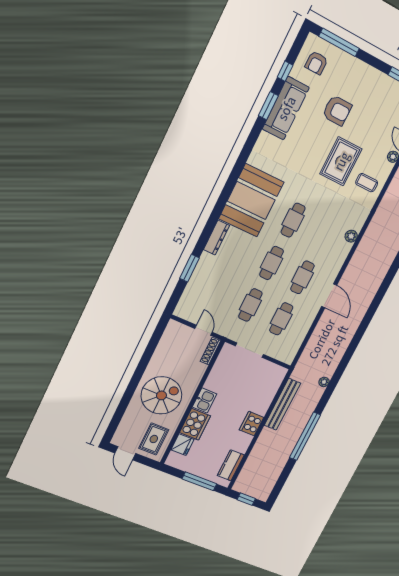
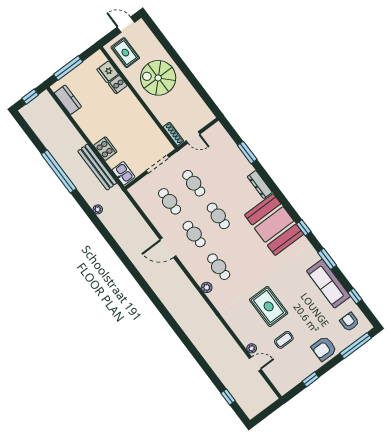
window: (268, 106) -> (327, 259), moved
armchair: (337, 110) -> (324, 349), moved
window: (239, 167) -> (304, 228), added
coffee table: (367, 183) -> (284, 340), moved
cafe table: (293, 220) -> (219, 267), moved
spiral stairs: (161, 395) -> (158, 78), turned 90
kitchen sink: (204, 401) -> (123, 173), moved, turned 180
cooker: (195, 424) -> (118, 85), width x0.53, depth x0.76
cooker: (252, 424) -> (105, 149), moved

